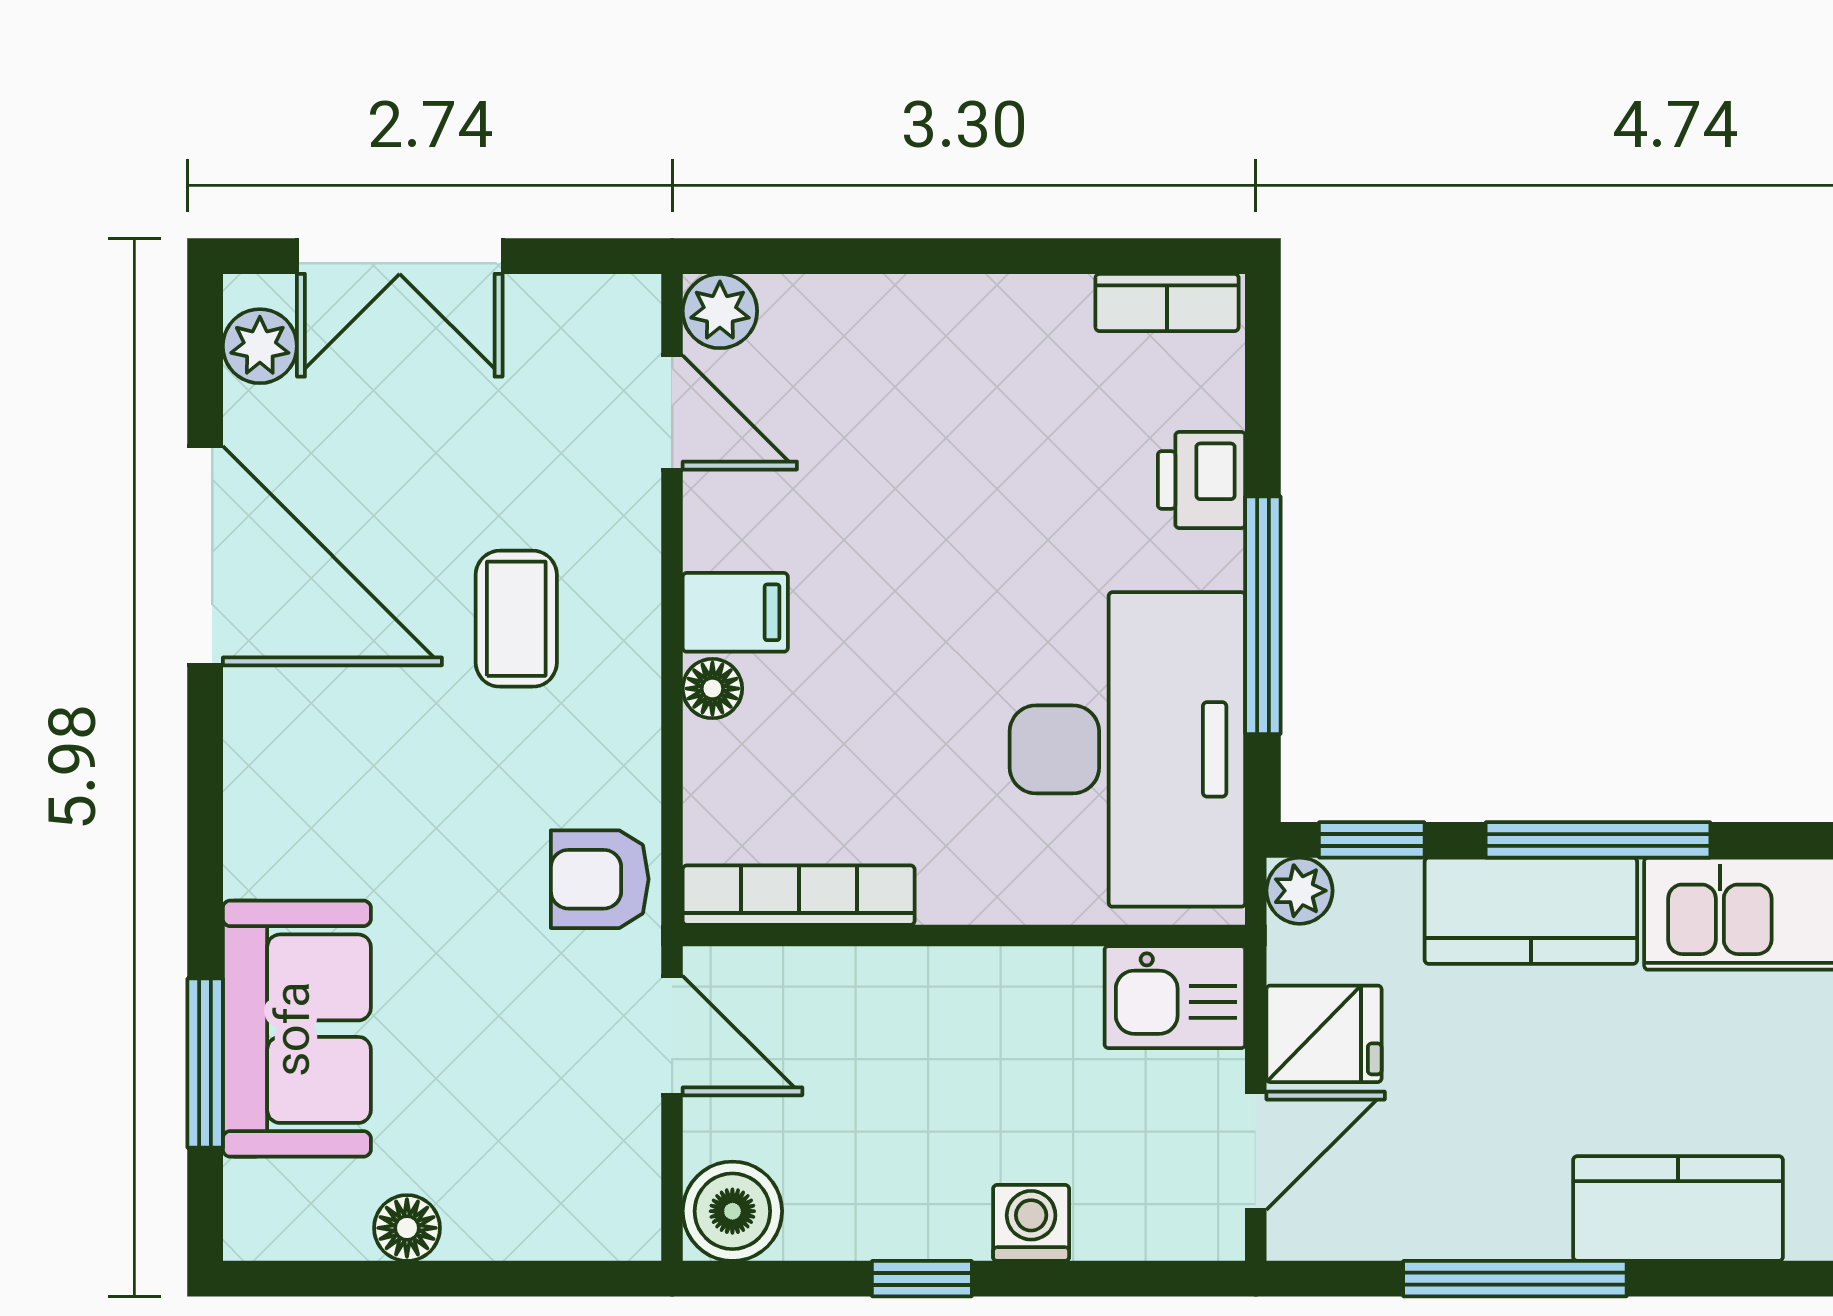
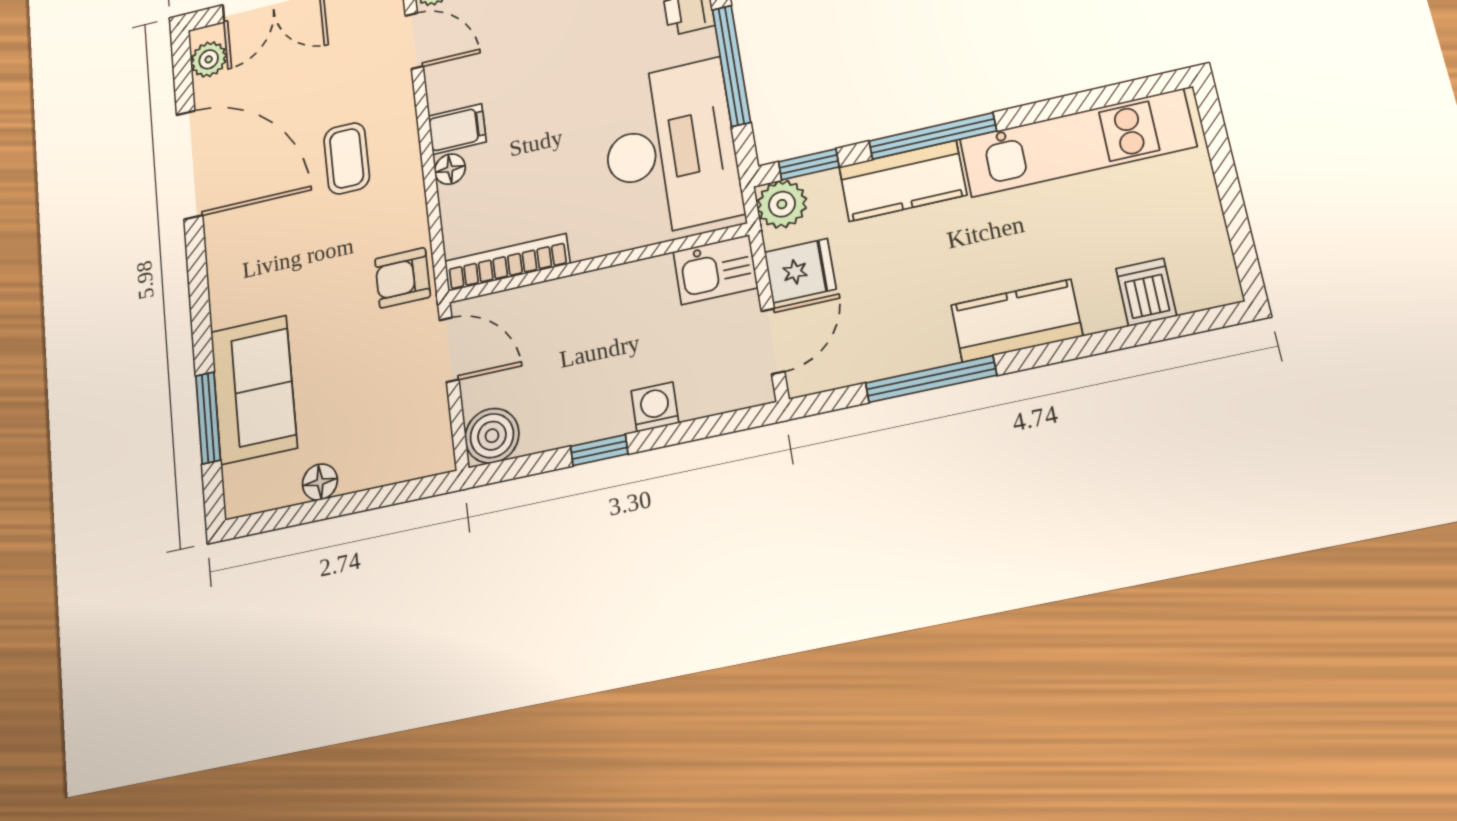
plant: (1300, 891) -> (782, 204), width x1.38, depth x1.38

